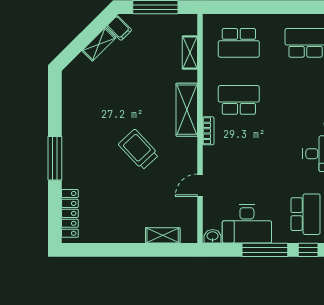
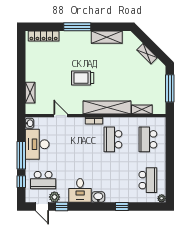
filing cabinet: (119, 28) -> (157, 66), removed
school desk: (239, 100) -> (113, 139), turned 180
shelving: (72, 110) -> (107, 37), added
shelving: (187, 110) -> (107, 108), width x1.47
trolley: (139, 150) -> (83, 78), turned -137

